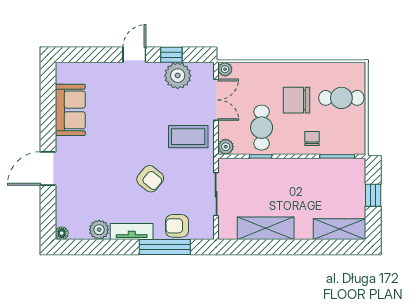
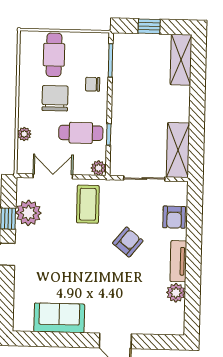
plant: (225, 69) -> (24, 134), moved
chair: (297, 100) -> (55, 98), turned 180
shelving: (266, 228) -> (178, 150), moved
floor lamp: (62, 233) -> (178, 329), removed
window: (165, 247) -> (194, 230), removed

